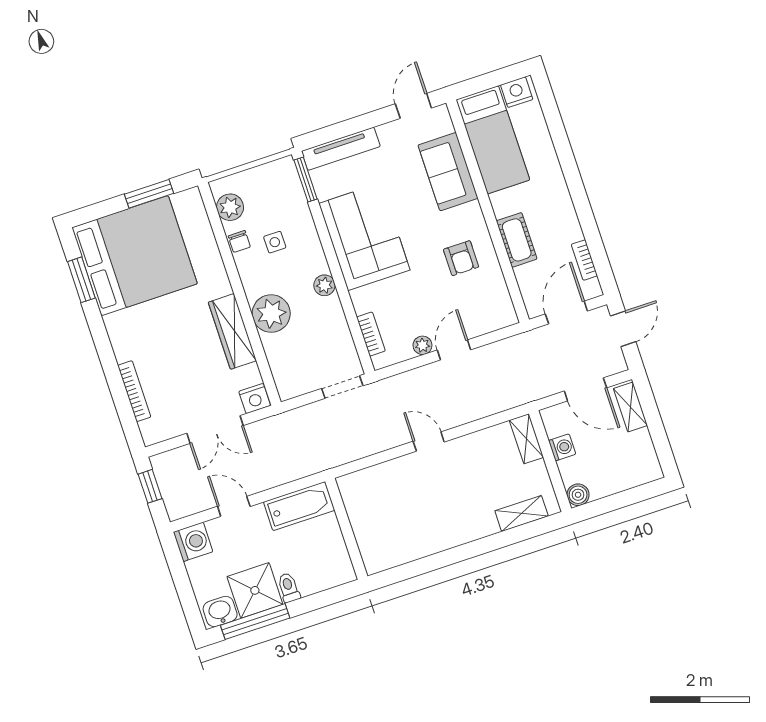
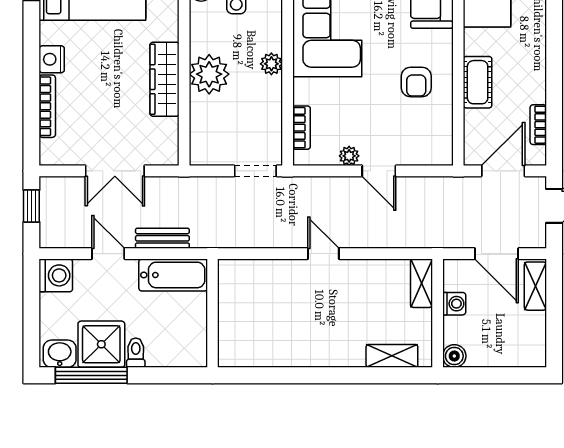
door: (454, 350) -> (379, 171), swing flipped
nightstand: (255, 398) -> (52, 59), moved, turned 90
bench: (278, 476) -> (162, 238), added

